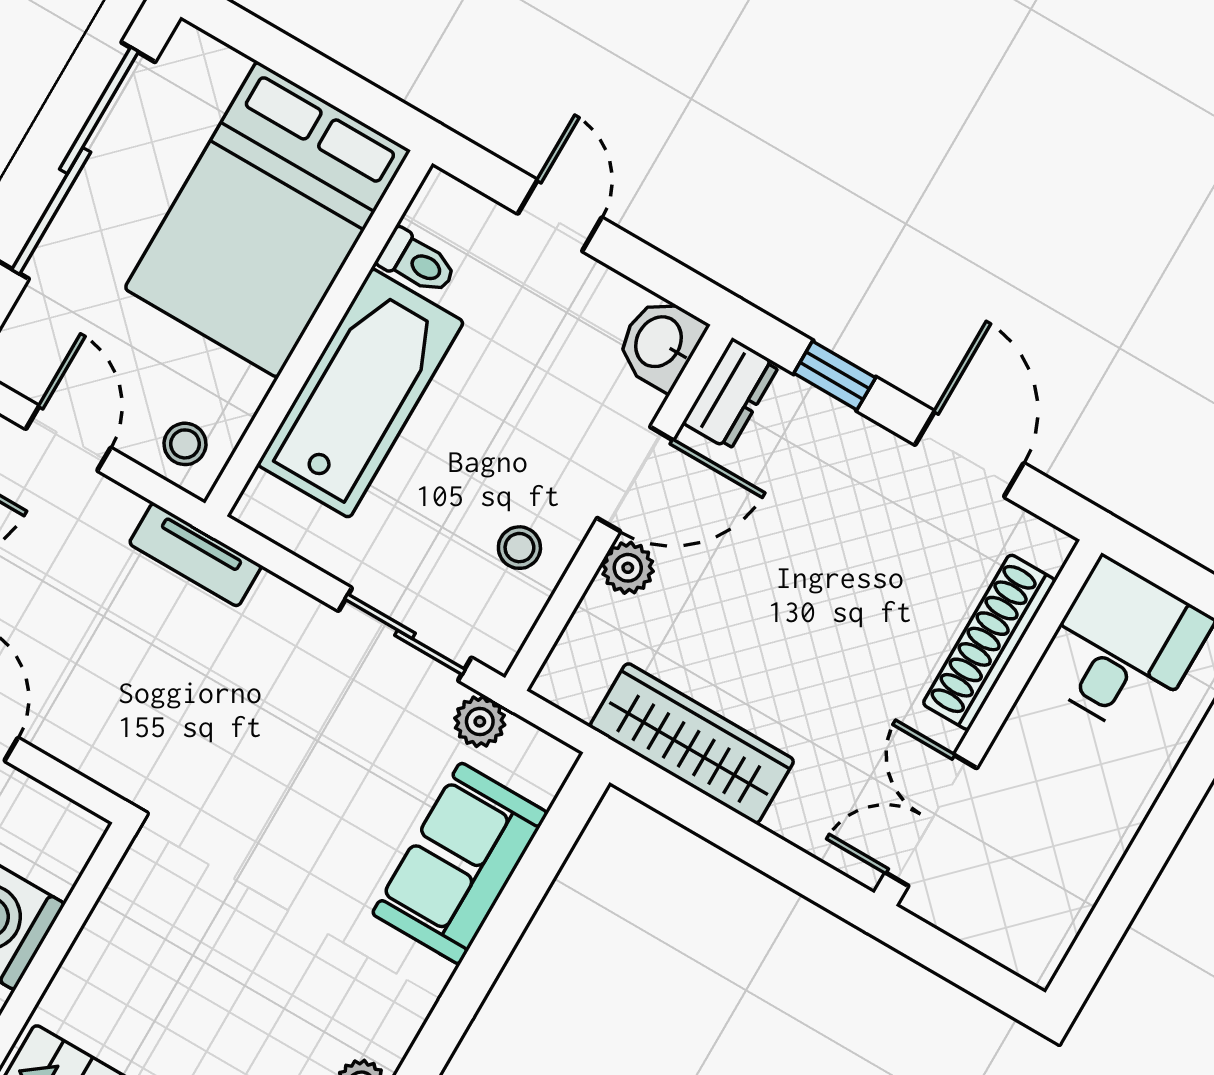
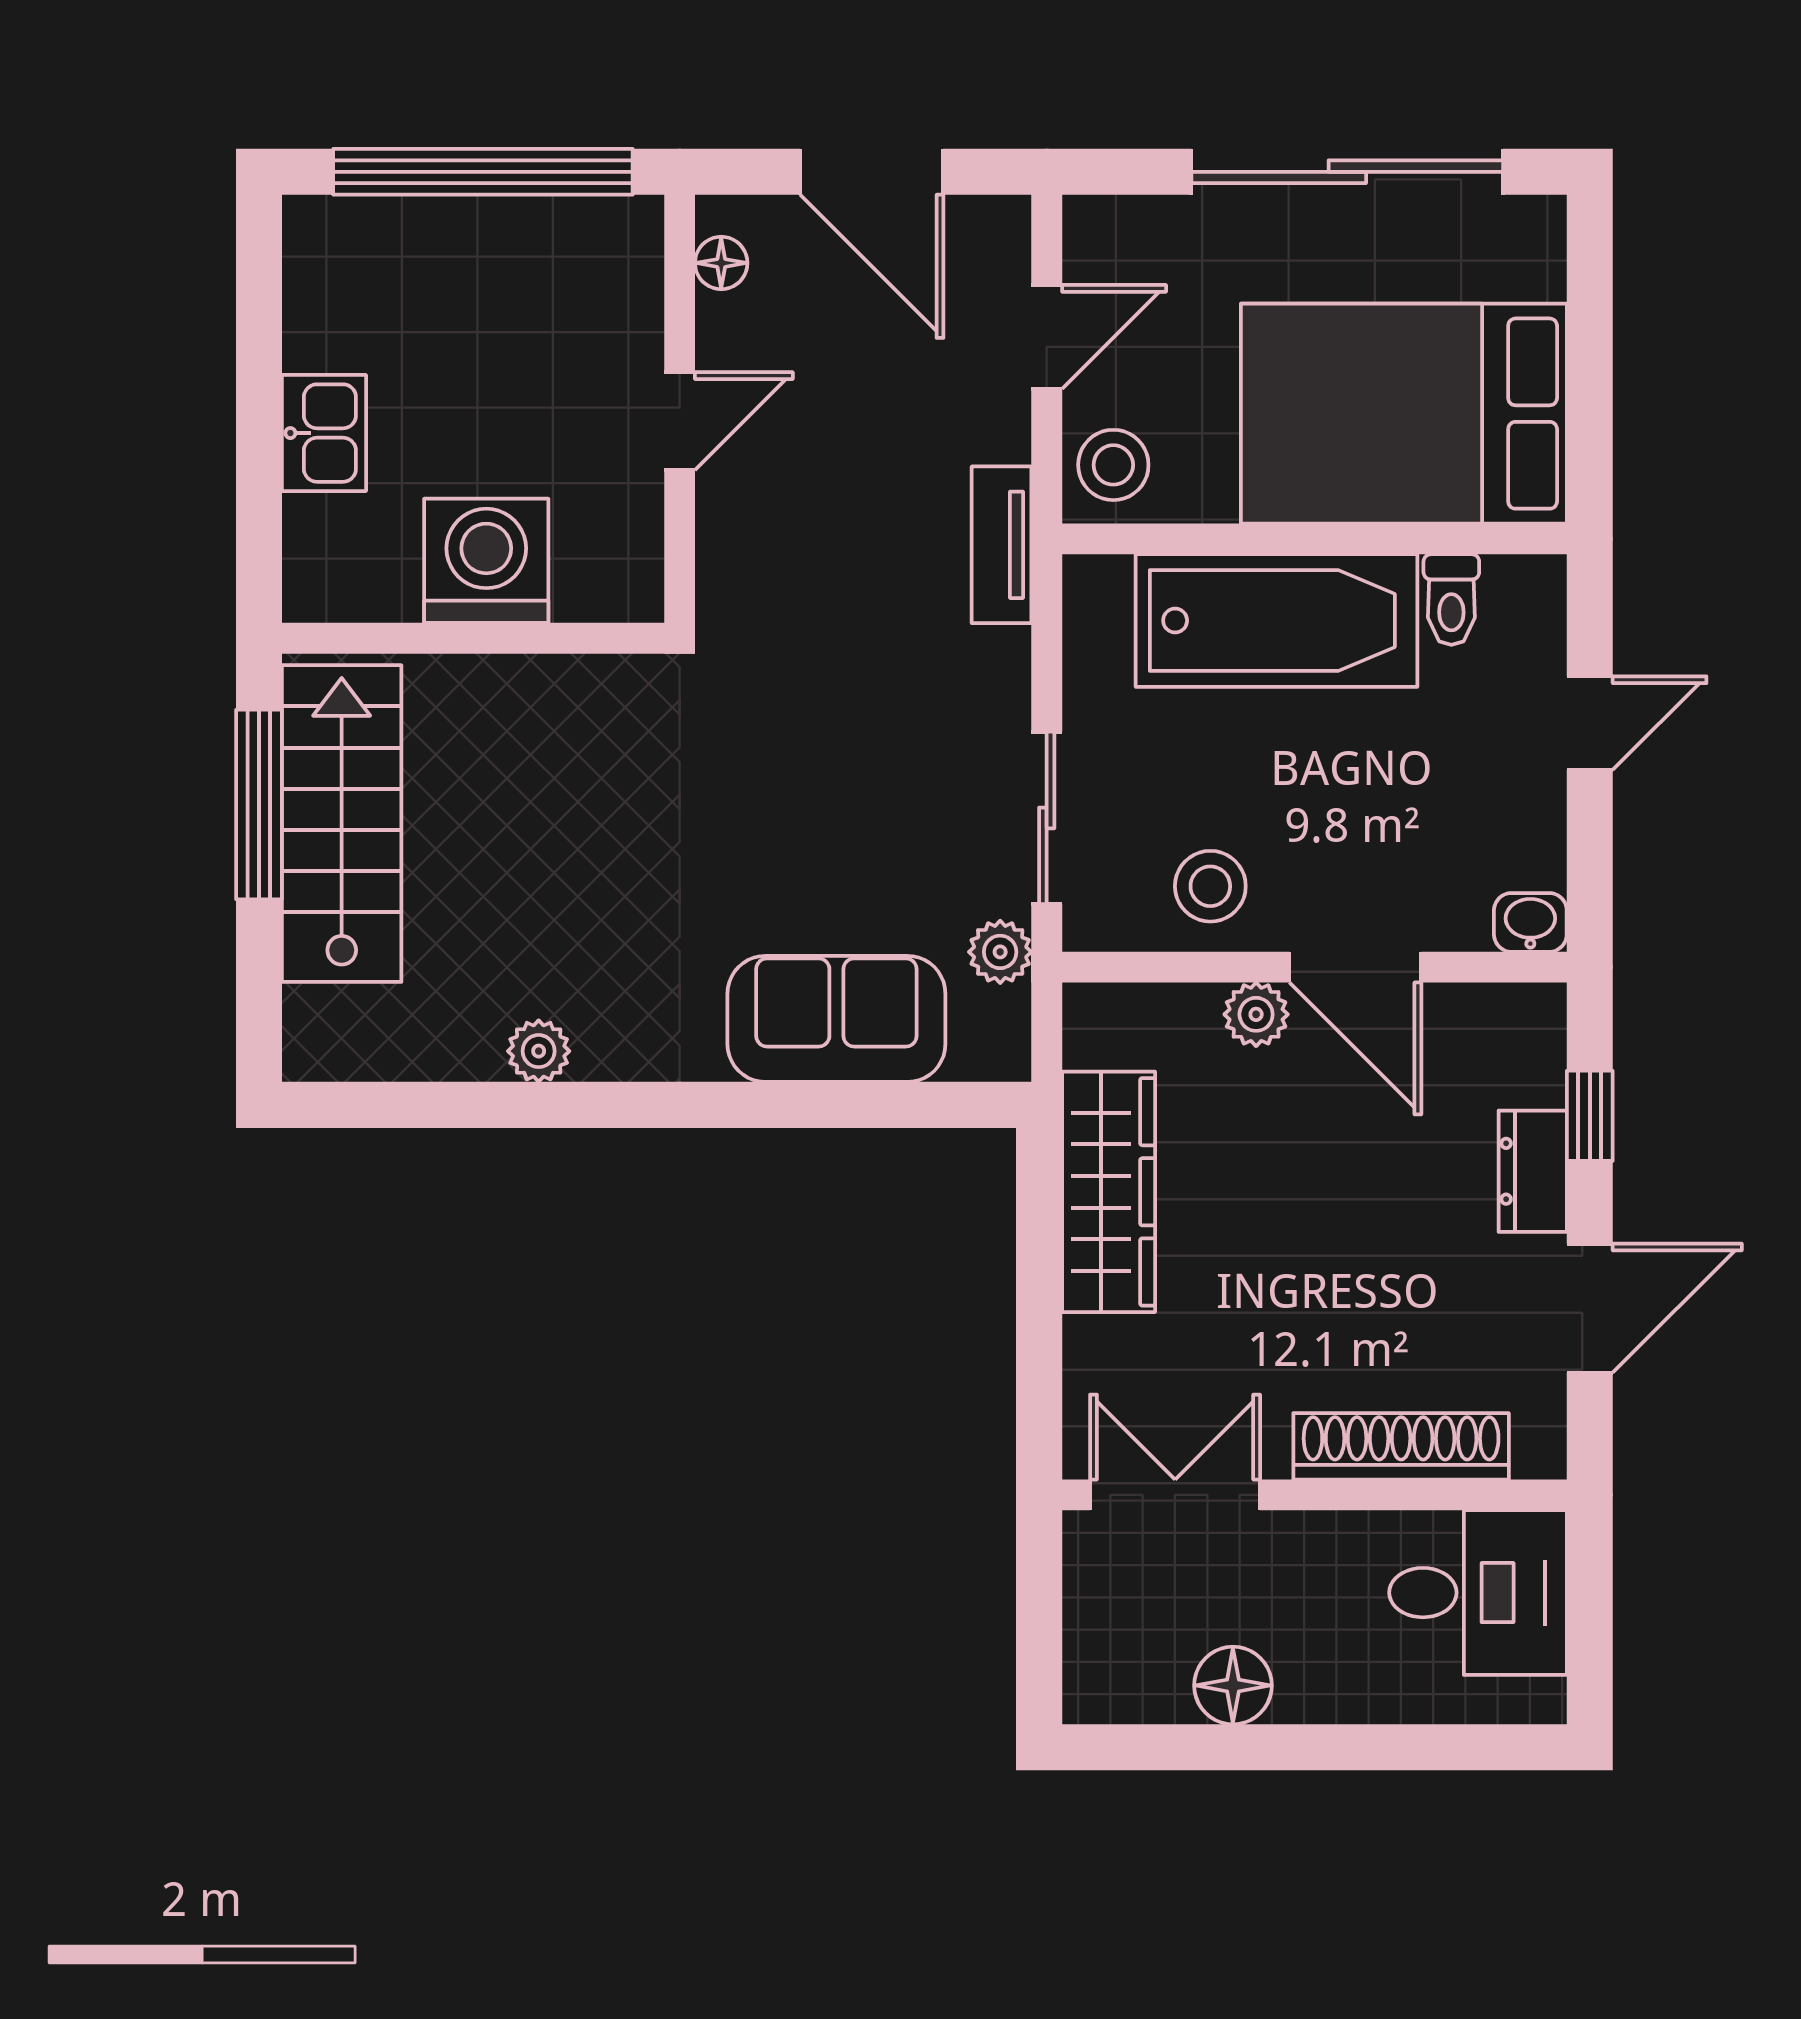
washbasin: (660, 343) -> (1530, 922), width x0.72, depth x0.69
dresser: (731, 394) -> (1533, 1171), moved, turned 90
stool: (185, 444) -> (1113, 465), width x1.37, depth x1.37
stool: (519, 548) -> (1210, 886), width x1.37, depth x1.37
floor lamp: (1088, 857) -> (1233, 1685), added

